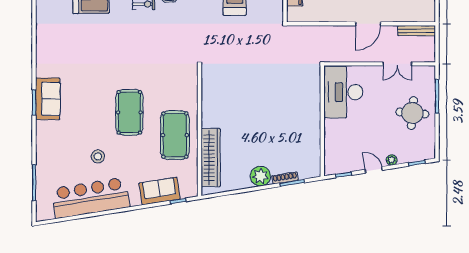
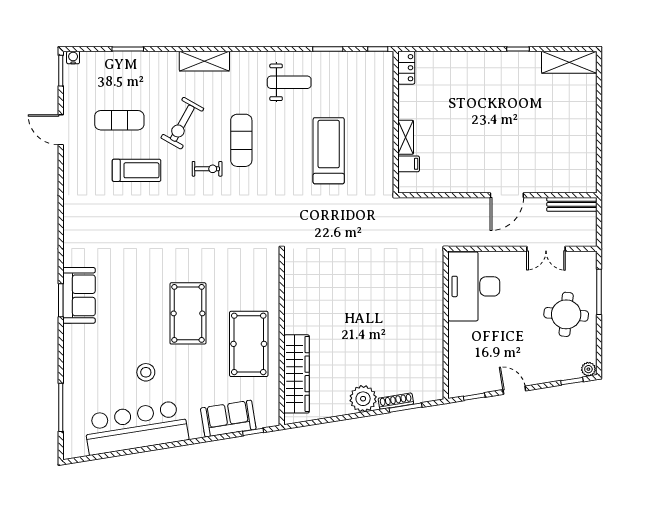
plant: (392, 160) -> (588, 369), moved

